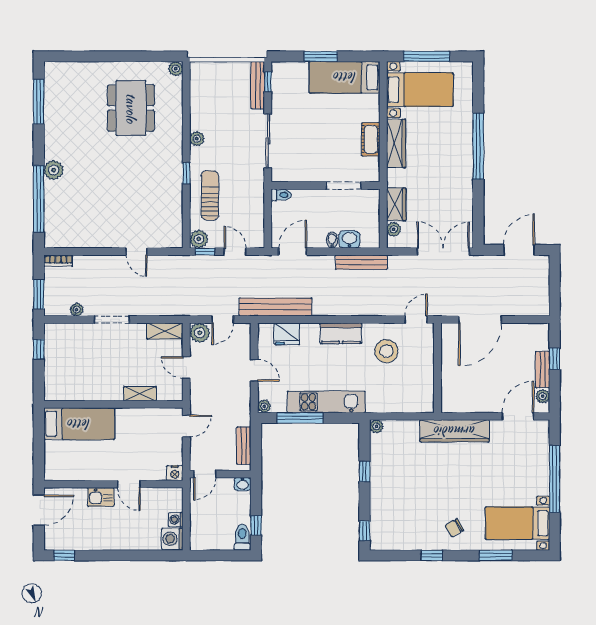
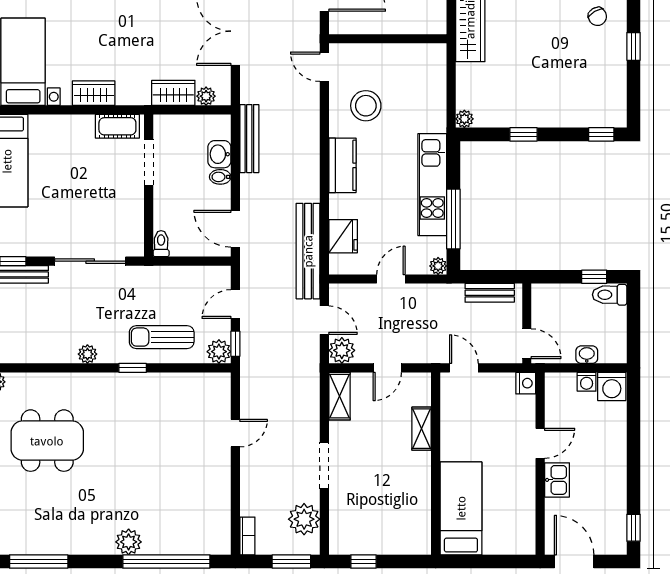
cot: (371, 139) -> (117, 126), moved
wardrobe: (396, 143) -> (94, 93), width x0.67
plant: (77, 310) -> (304, 519), width x1.88, depth x1.88
washbasin: (243, 484) -> (587, 355), moved, turned -90

